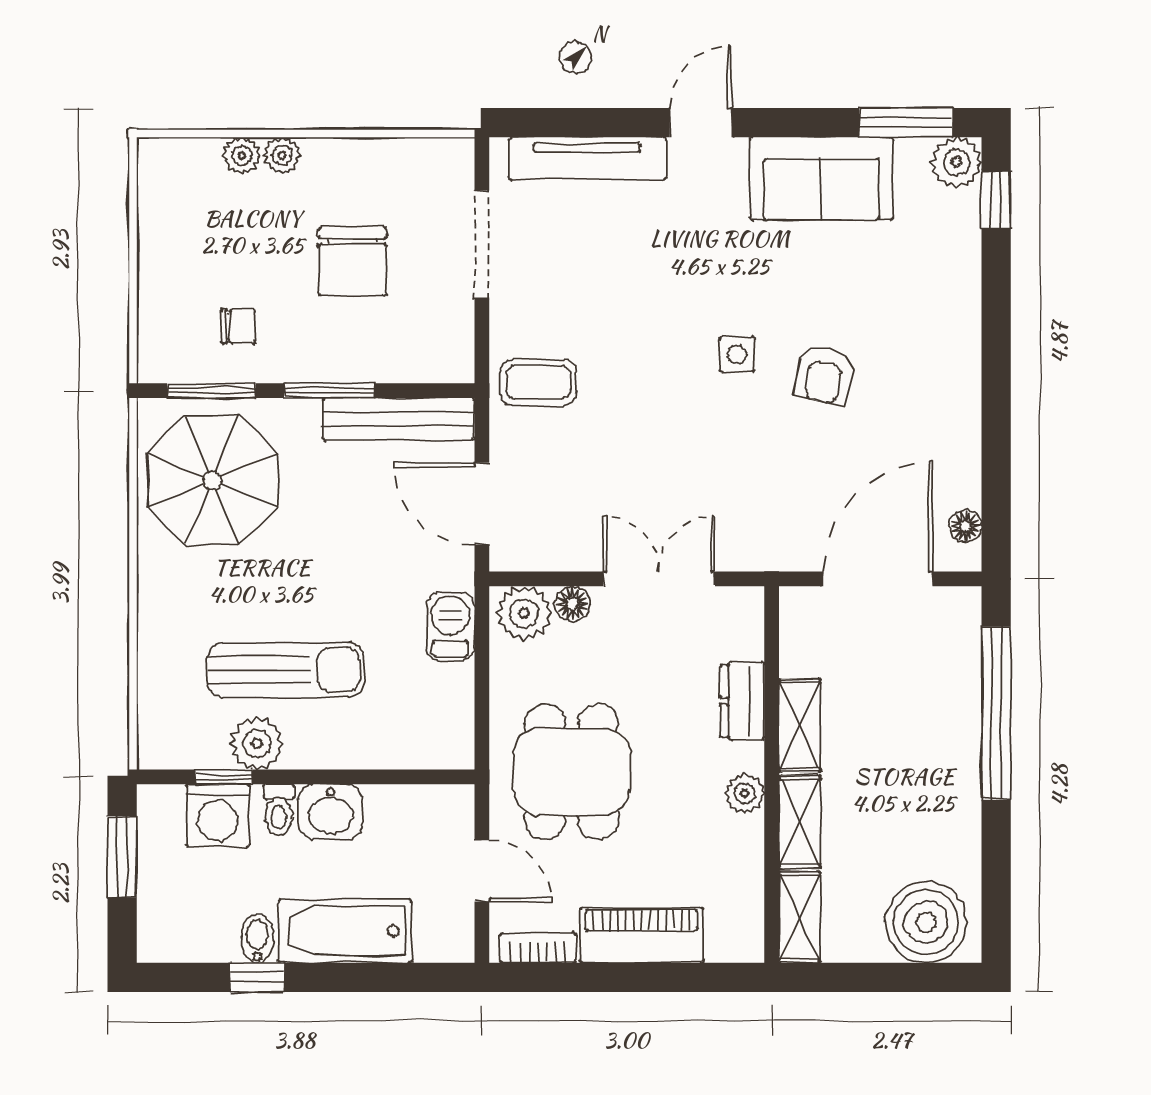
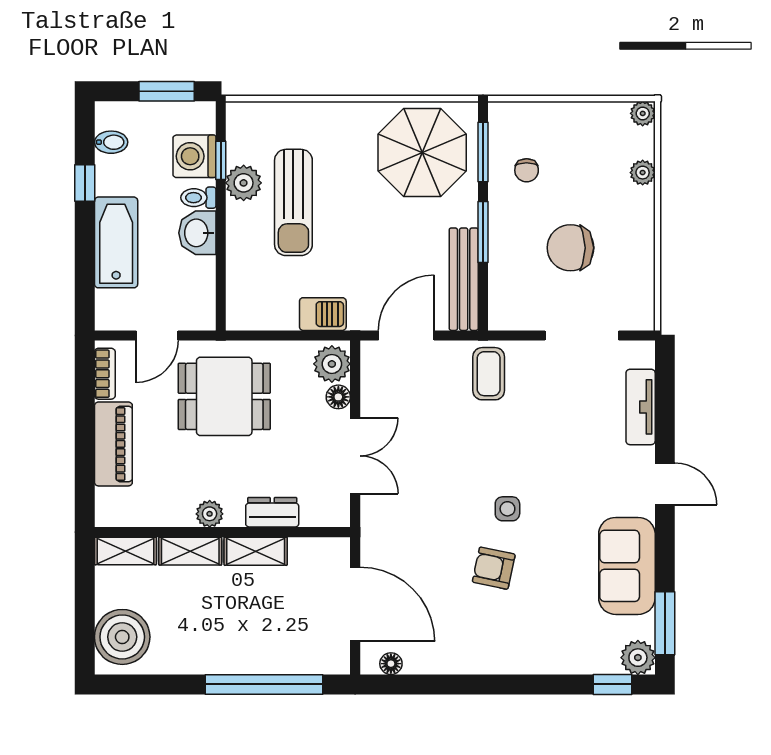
plant: (282, 155) -> (643, 113), moved
tv unit: (587, 158) -> (641, 407), width x0.71
bidet: (257, 938) -> (111, 142), moved

